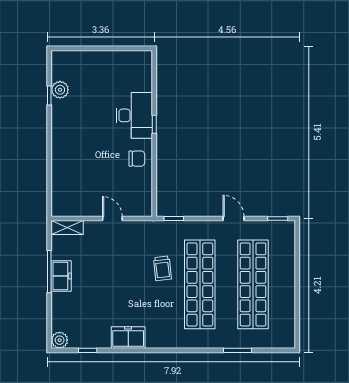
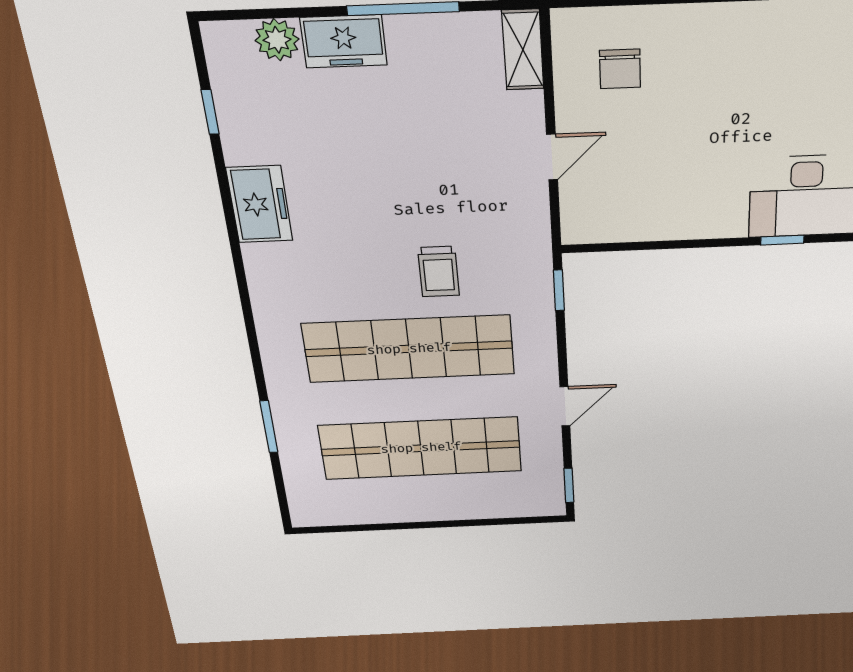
chair: (137, 159) -> (620, 69), moved
trolley: (162, 268) -> (439, 272), turned -84
freezer: (61, 276) -> (344, 41), moved
plant: (60, 340) -> (277, 40), moved

